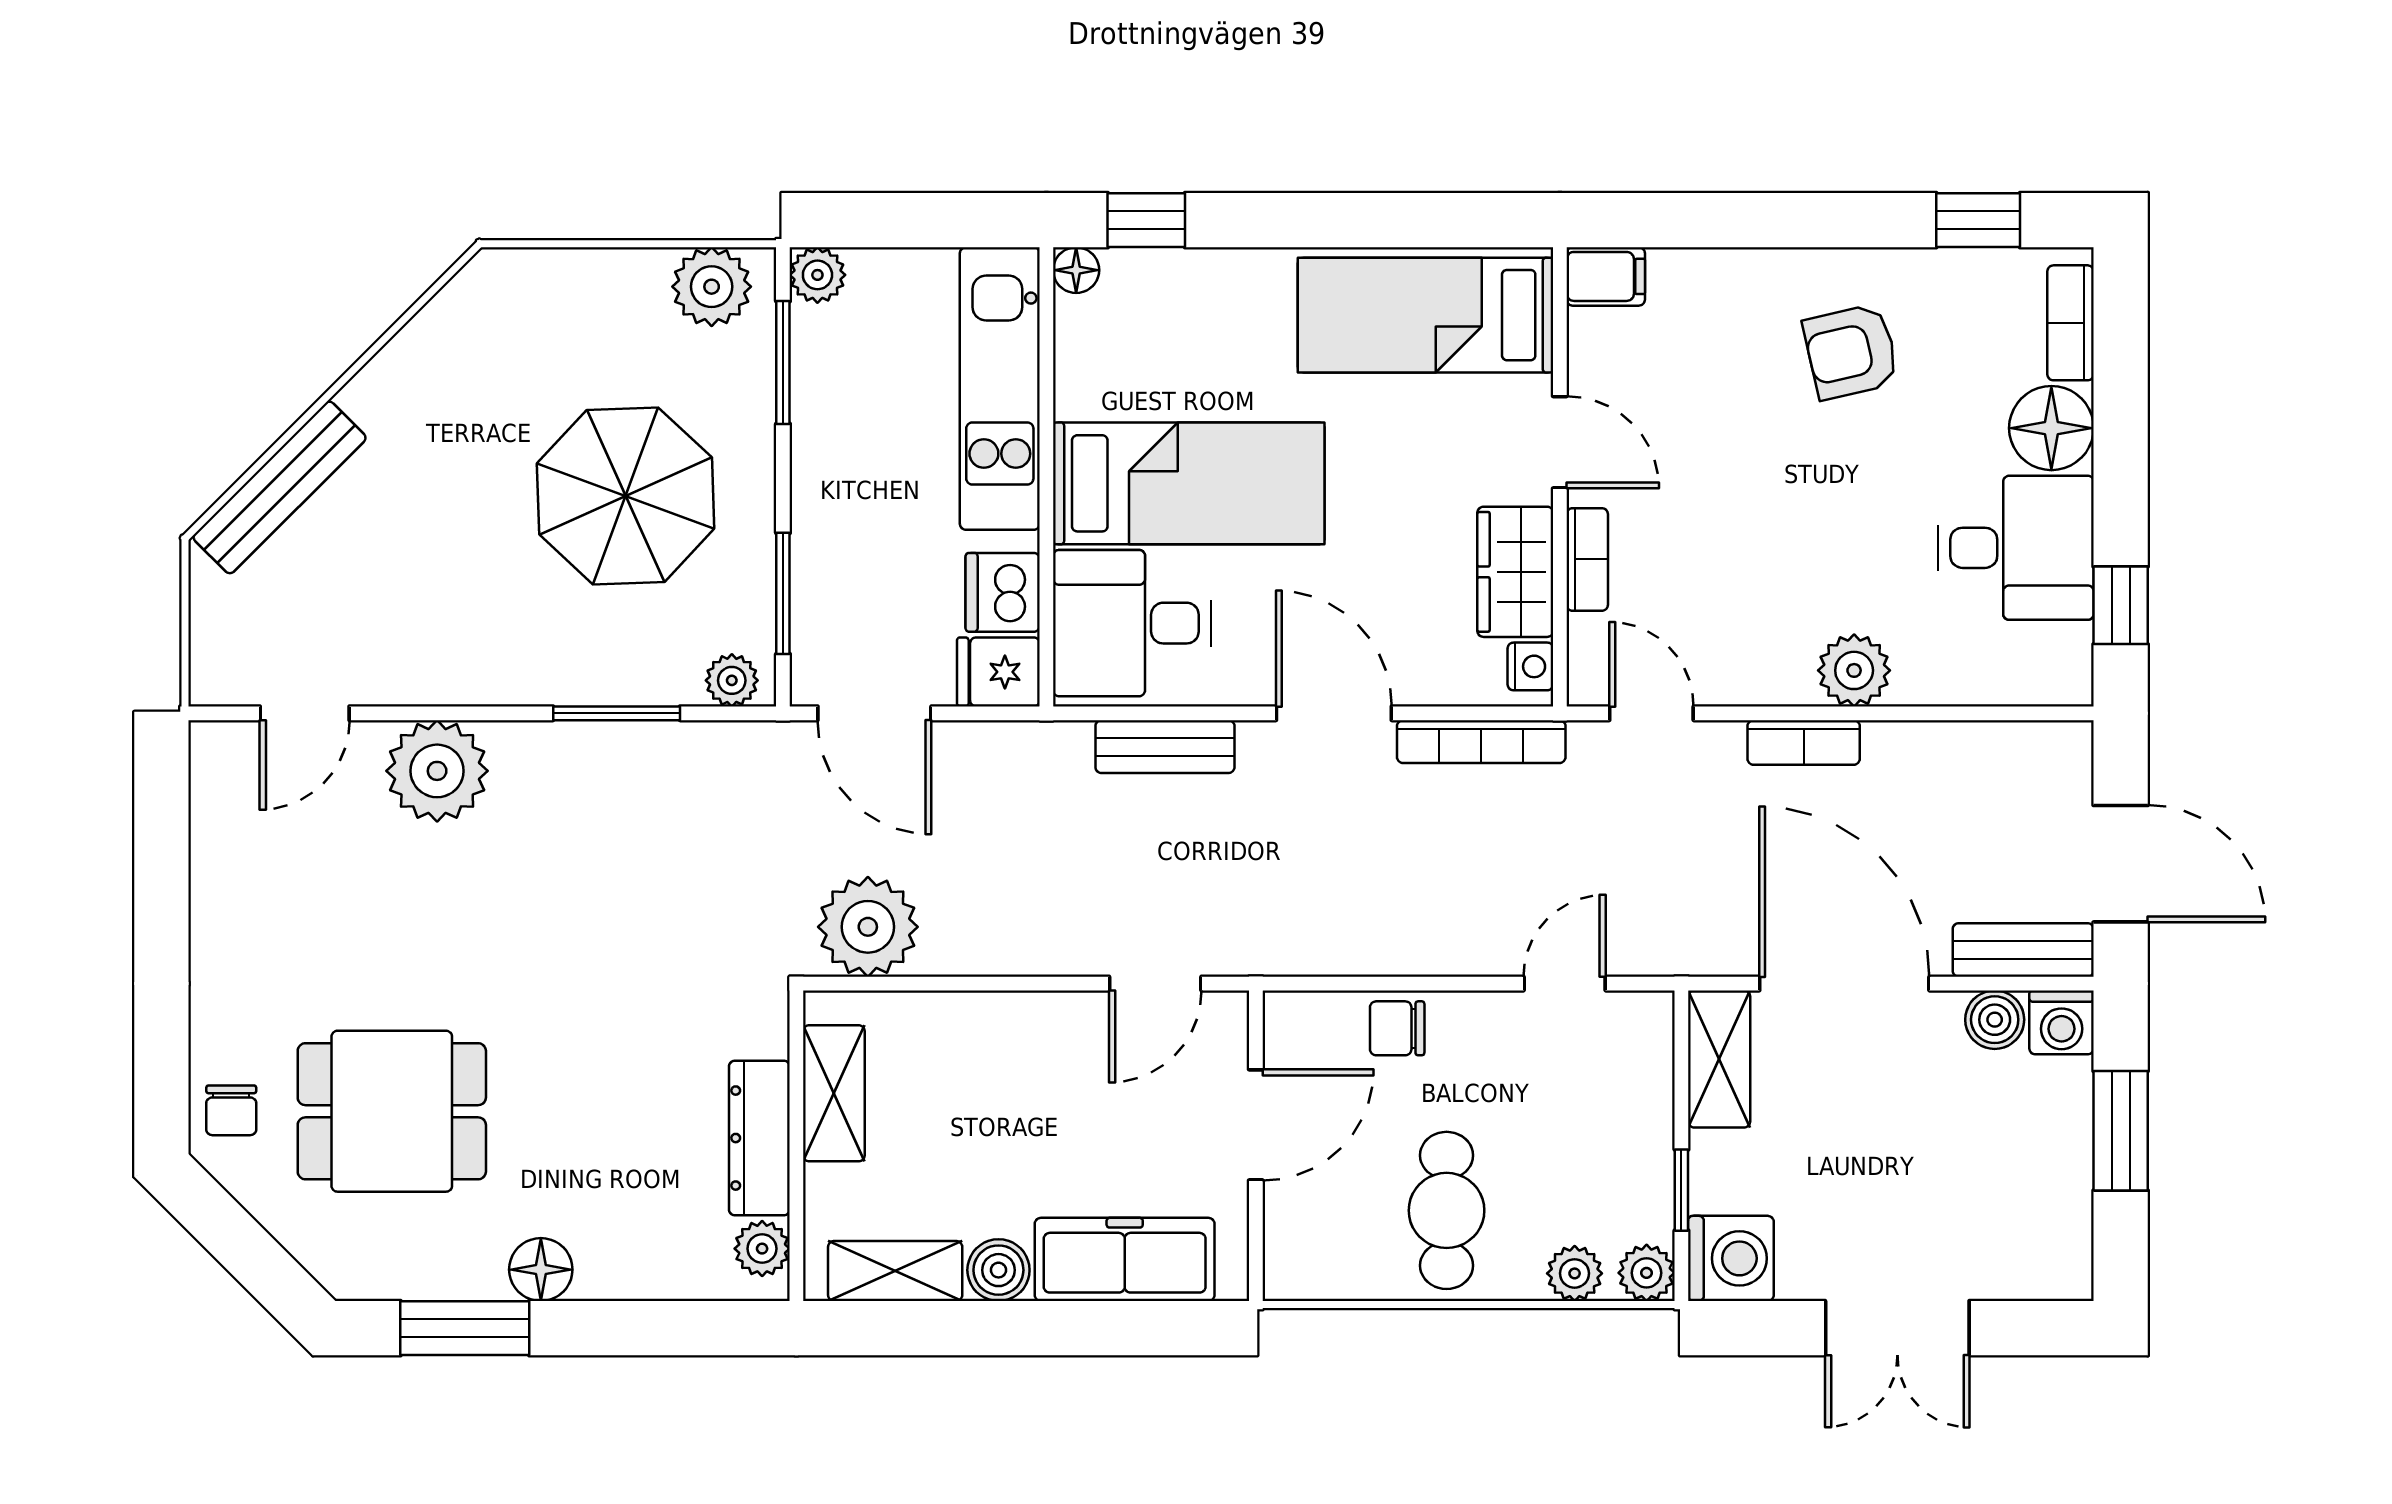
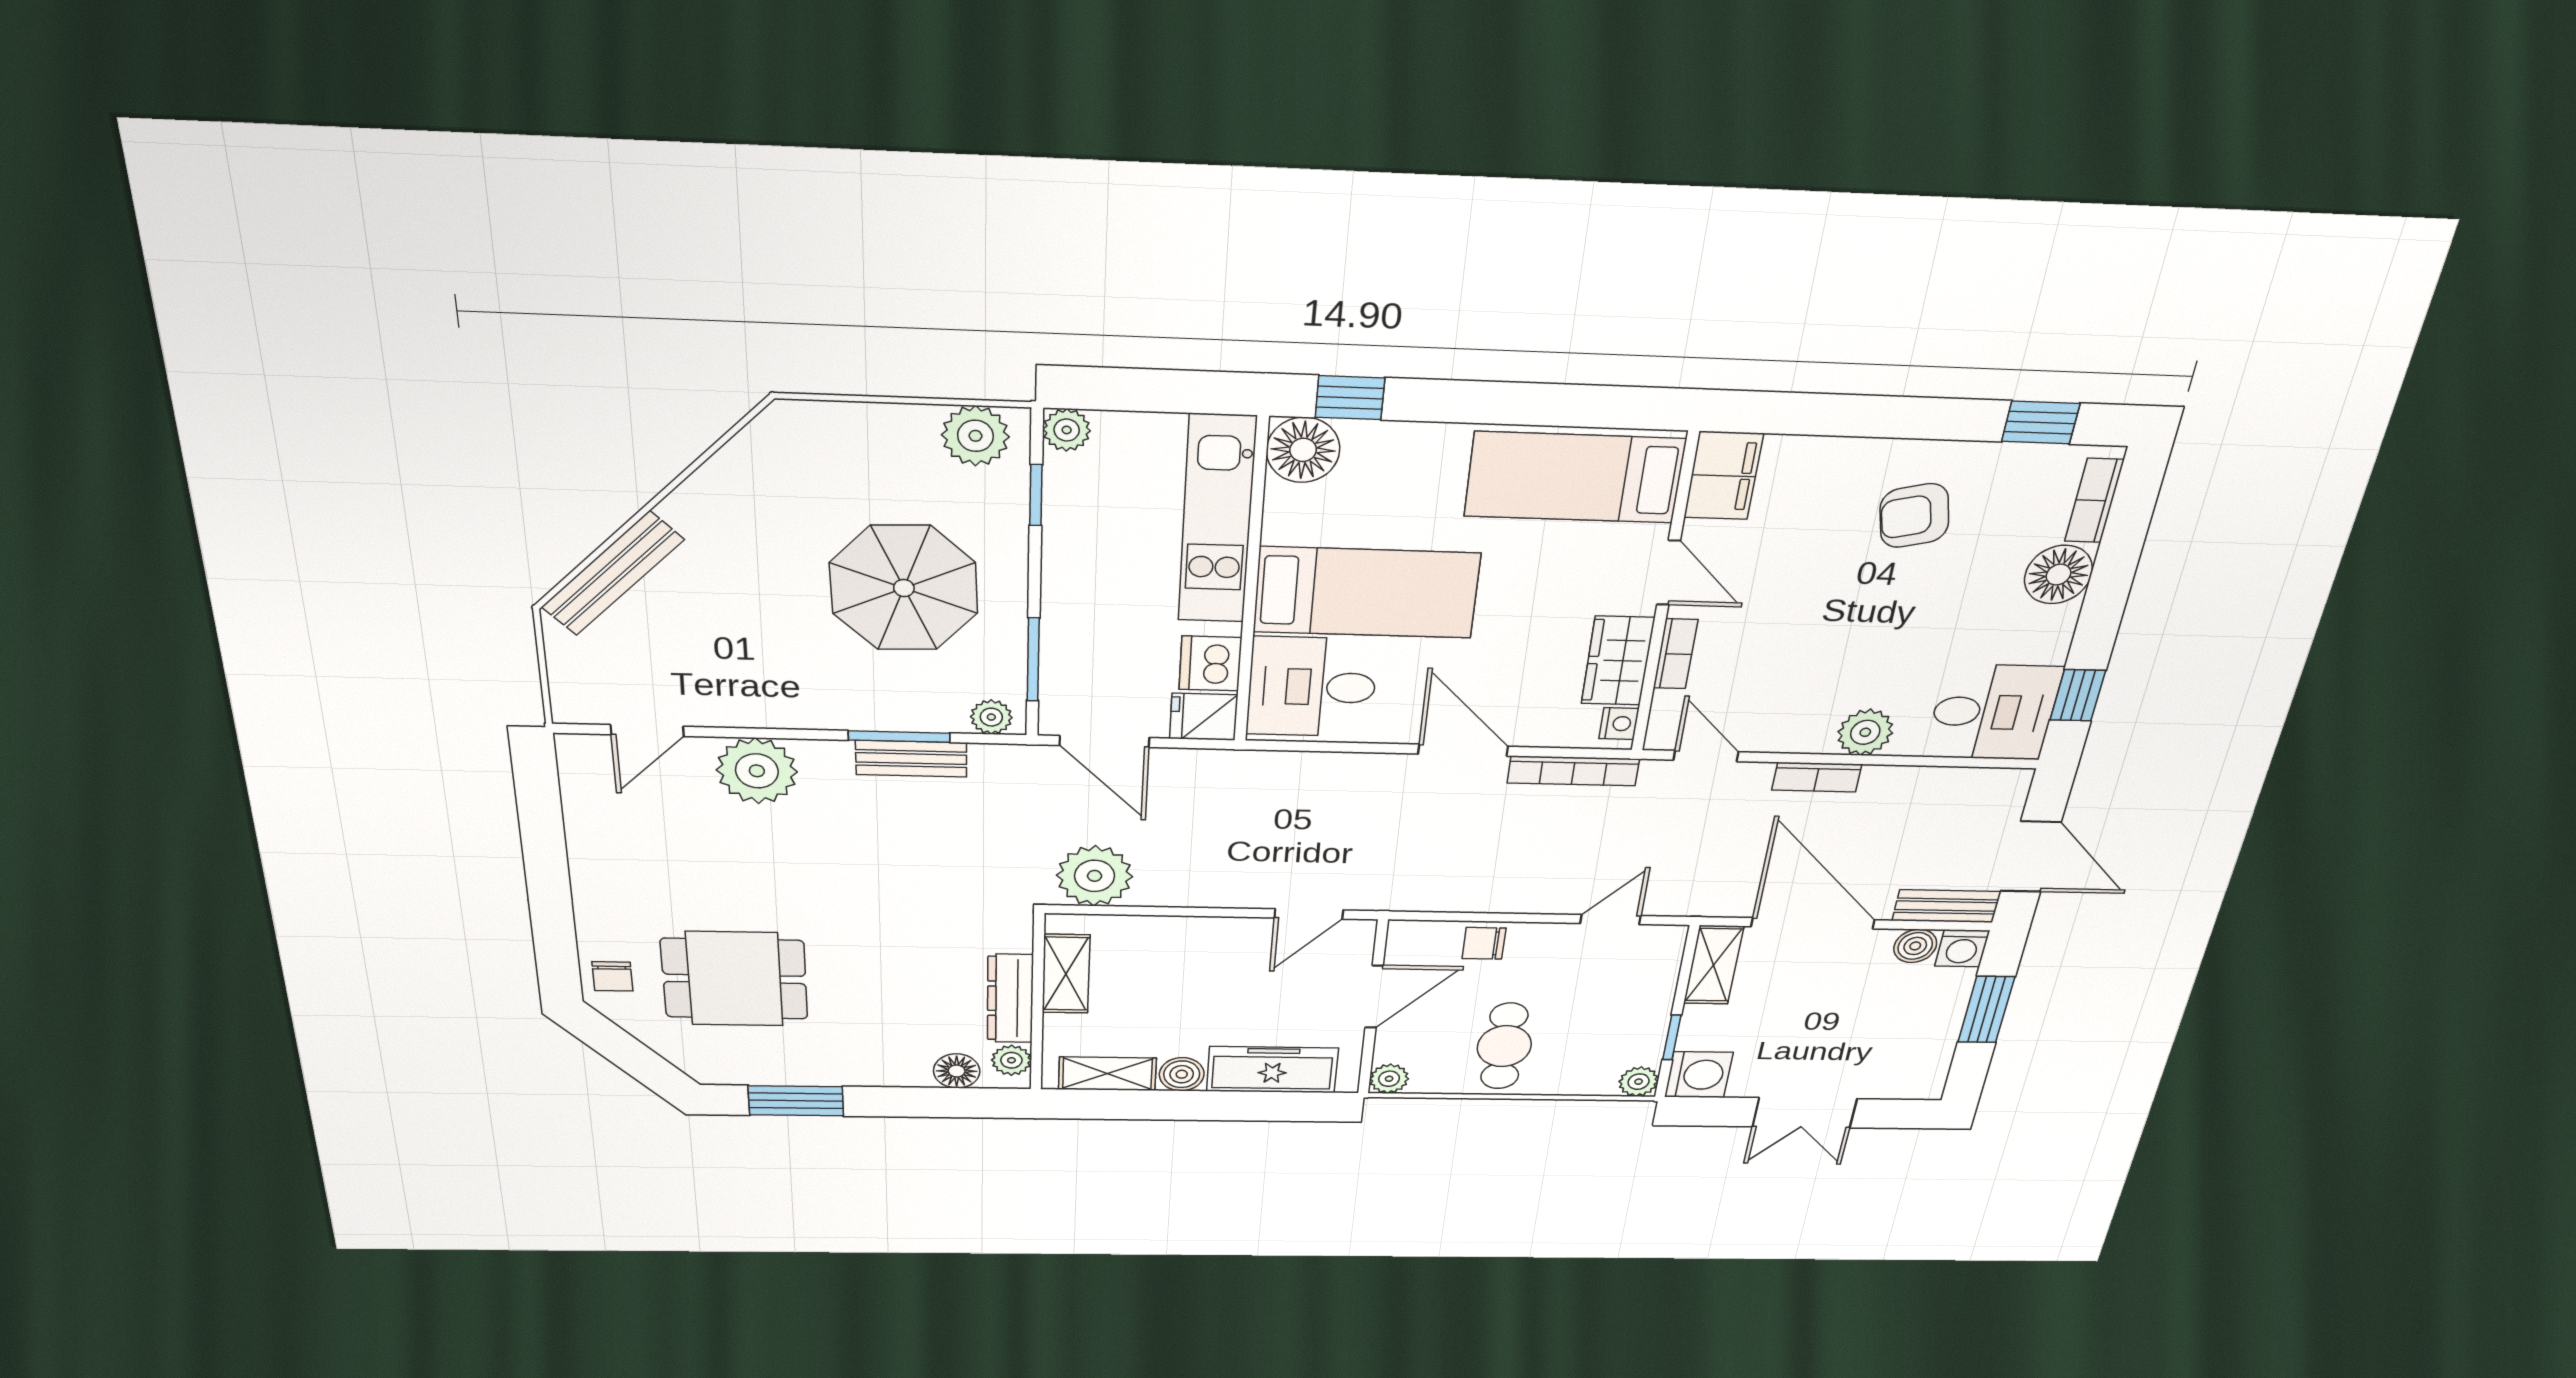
floor lamp: (1076, 270) -> (1303, 450), width x1.89, depth x1.89
filing cabinet: (1606, 276) -> (1723, 476), width x2.00
window: (783, 363) -> (1036, 495), width x0.67
desk: (2016, 548) -> (1993, 712), moved
bench: (1165, 747) -> (911, 759), moved
floor lamp: (541, 1270) -> (957, 1071), moved
plant: (1575, 1273) -> (1389, 1079), moved

